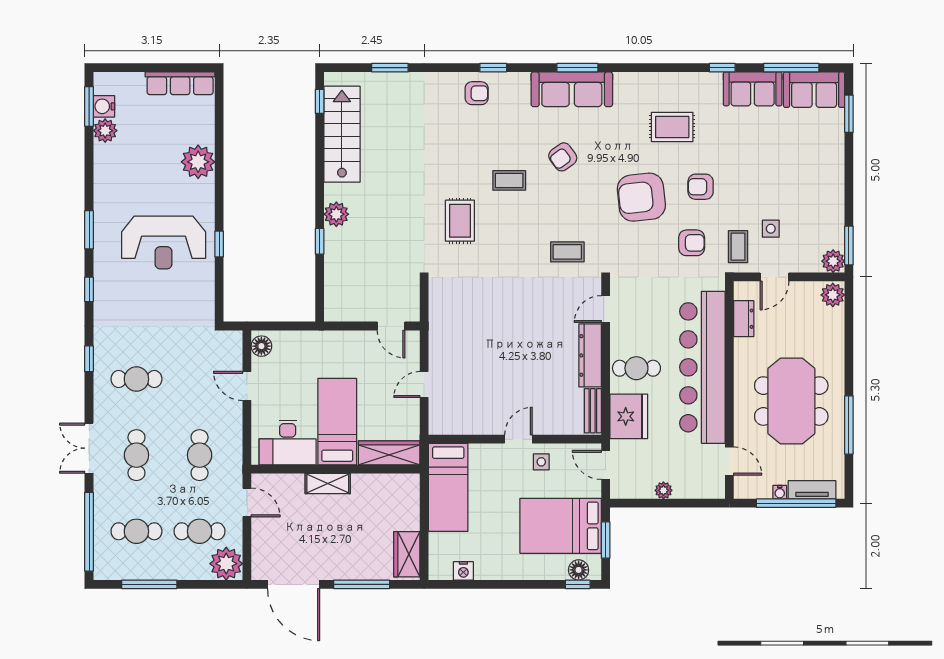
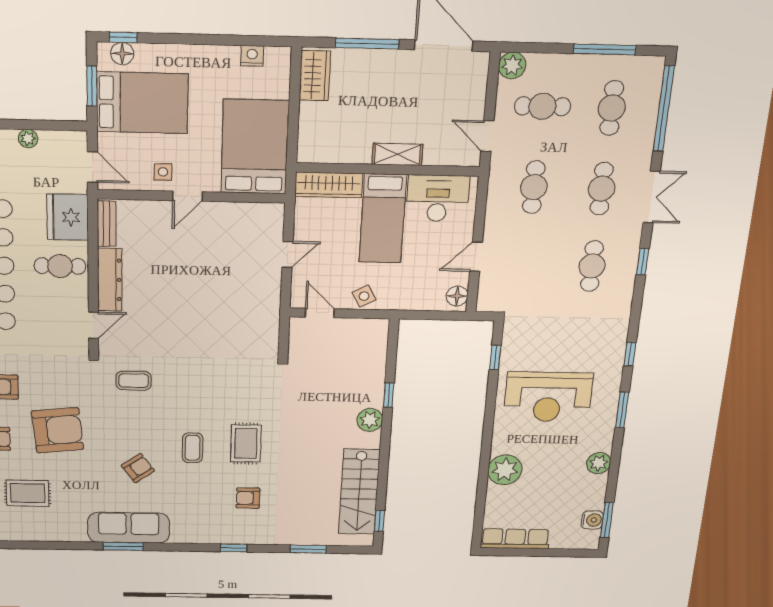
window: (493, 68) -> (234, 548), moved
armchair: (477, 93) -> (248, 498), moved
plant: (105, 131) -> (599, 463), moved
coffee table: (509, 180) -> (193, 448), turned 90
rug: (460, 221) -> (246, 443), moved
reception desk: (164, 242) -> (548, 397), turned 180
window: (219, 244) -> (495, 358), moved
side table: (350, 344) -> (364, 296), added
window: (89, 359) -> (643, 262), moved
cafe table: (136, 379) -> (592, 266), turned 90
door: (247, 386) -> (476, 257), swing flipped
bed: (448, 487) -> (255, 147), width x1.50
cafe table: (136, 531) -> (612, 108), turned 90
plant: (226, 564) -> (512, 65), width x0.73, depth x0.73

